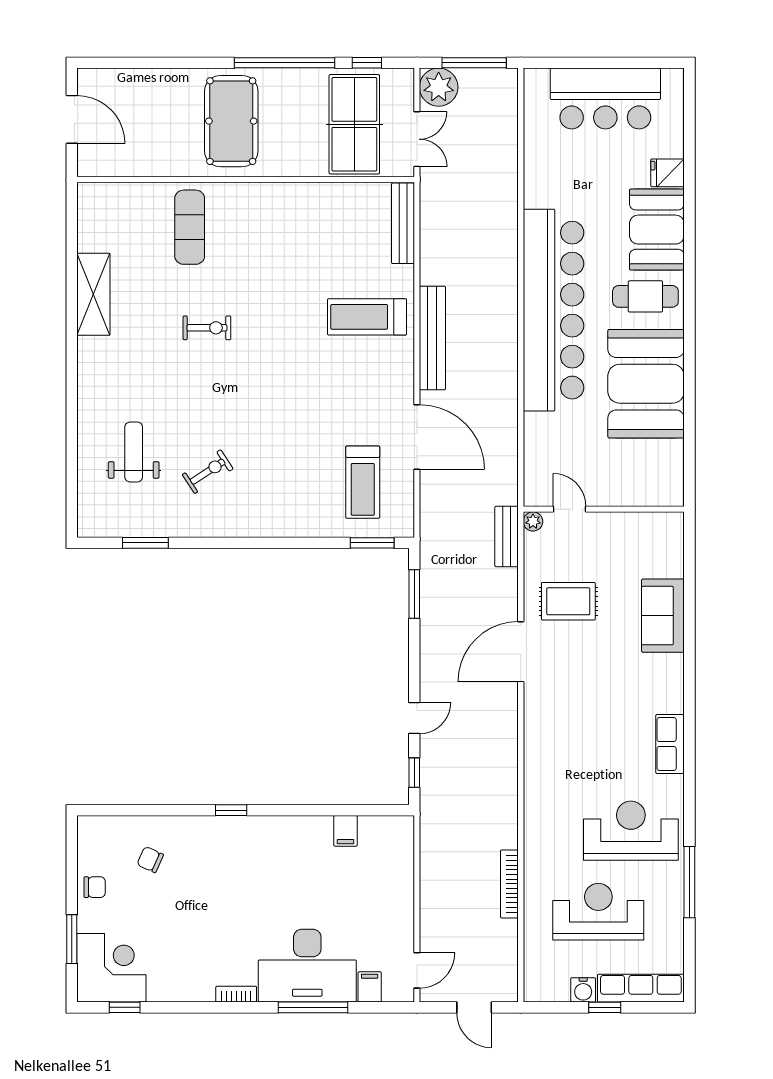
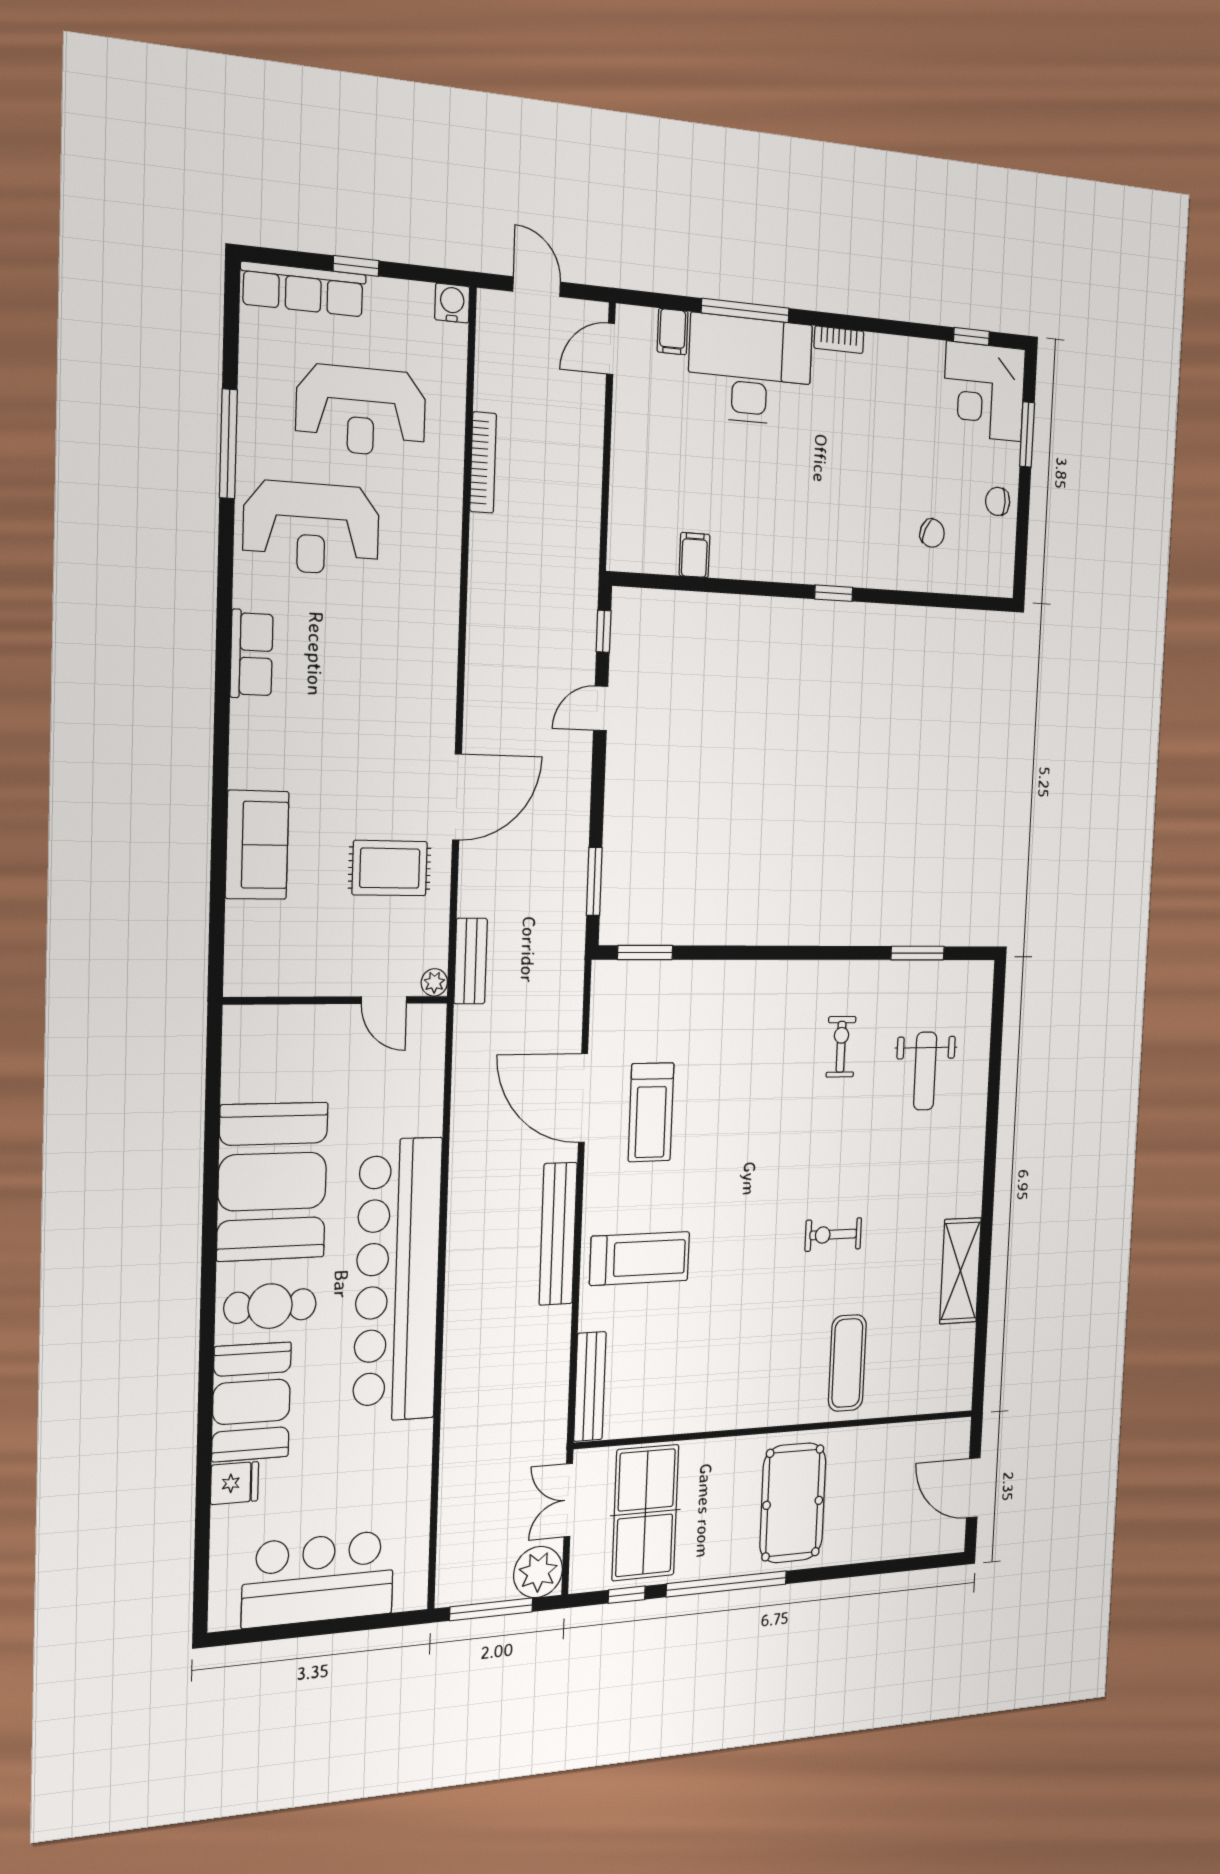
exercise bike: (208, 472) -> (841, 1047), turned 123
treadmill: (363, 482) -> (651, 1112), moved, turned 180
water cooler: (583, 990) -> (452, 303), moved

